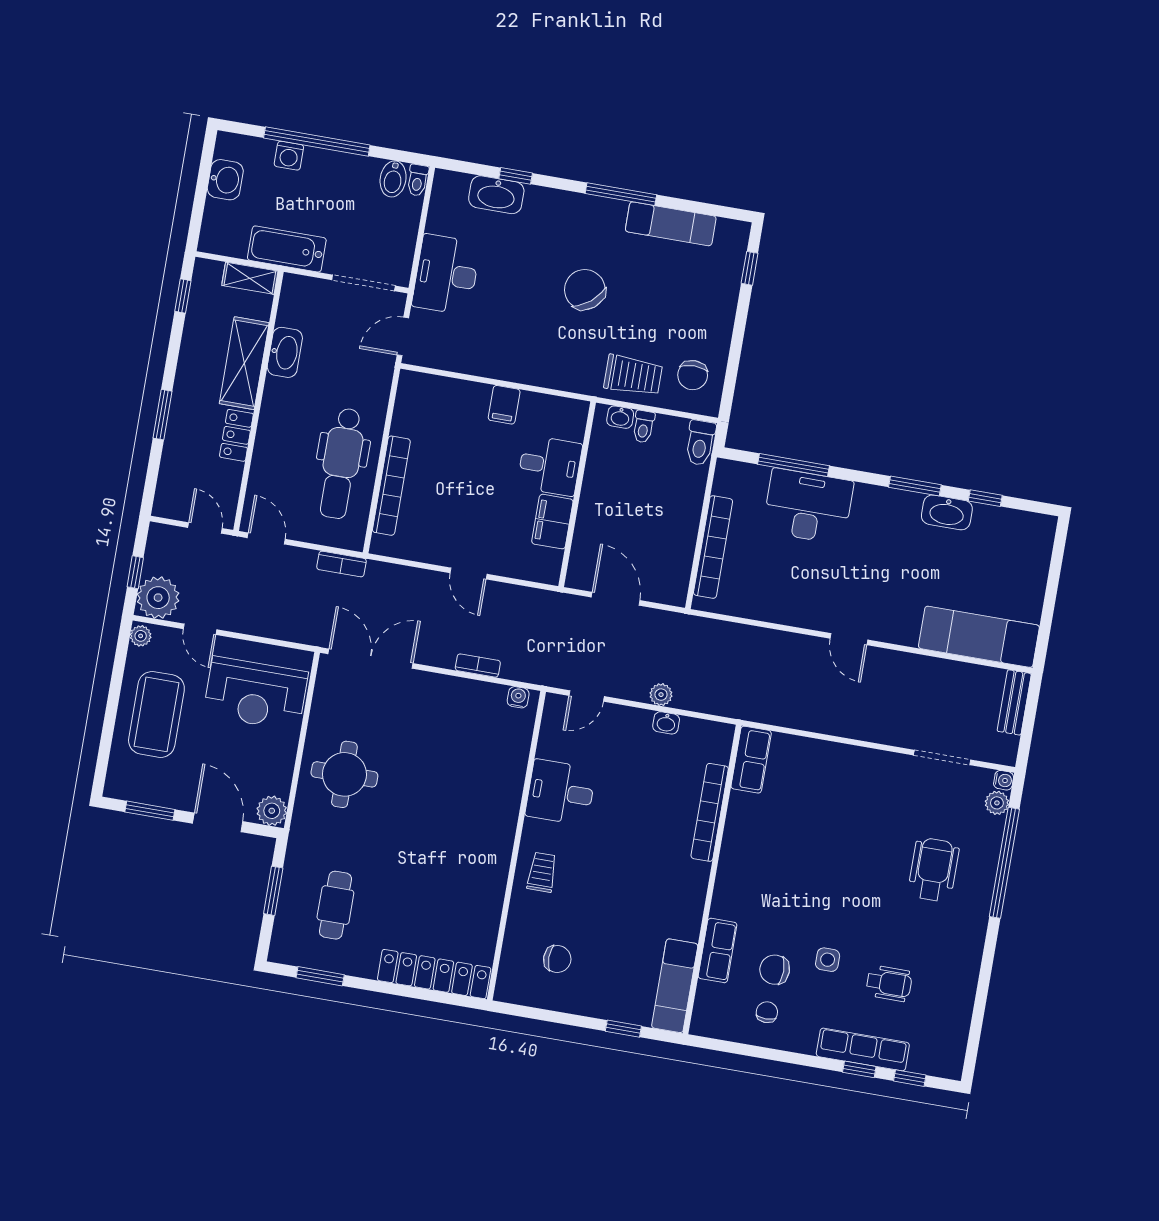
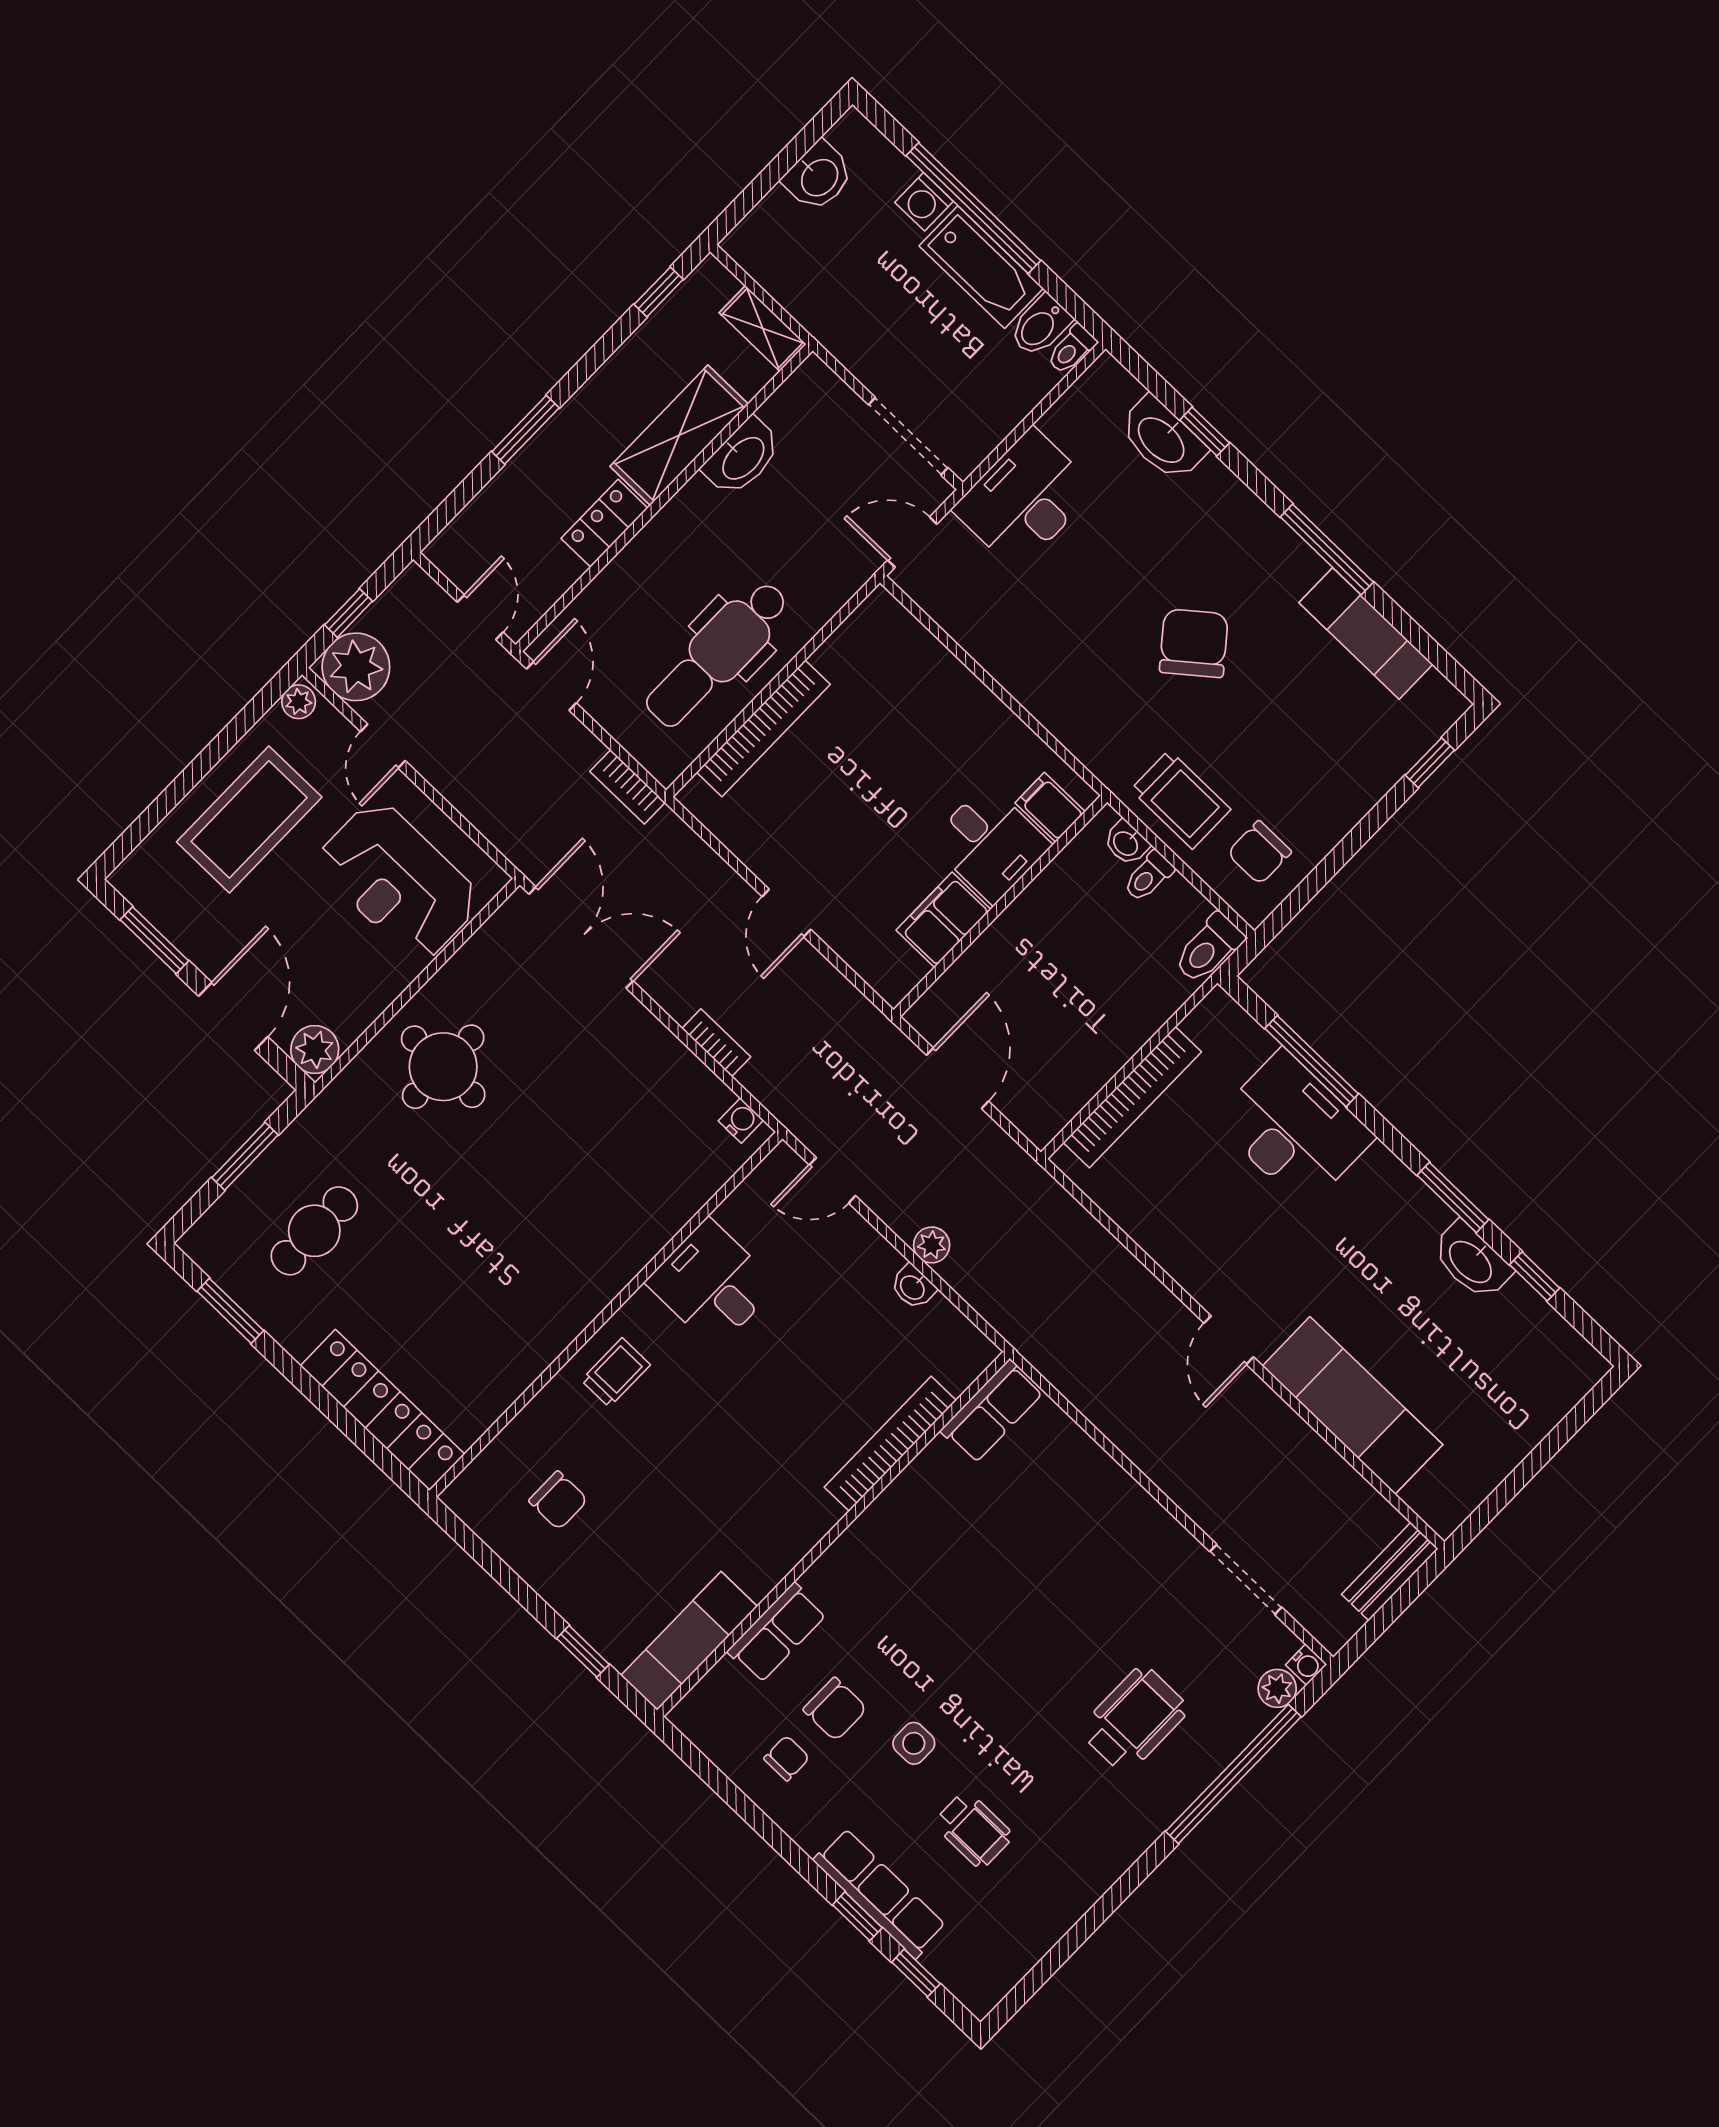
bathtub: (287, 249) -> (981, 267), moved, turned 180
filing cabinet: (504, 405) -> (1050, 807), moved, turned 90
exam couch: (979, 637) -> (1352, 1405), moved
chair: (775, 970) -> (835, 1709), turned 180

